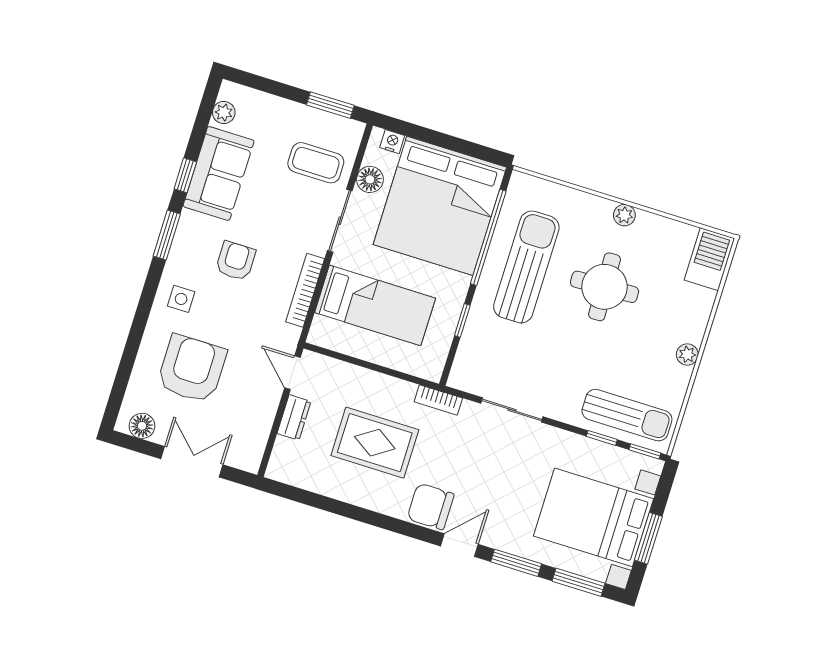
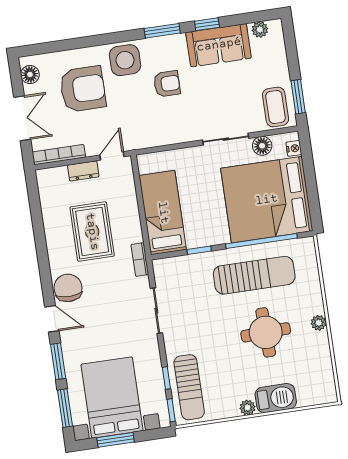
coffee table: (316, 163) -> (276, 107), moved
barbecue: (709, 259) -> (276, 398), moved
bookcase: (305, 290) -> (59, 155), moved
side table: (181, 299) -> (125, 60), width x1.87, depth x1.87
bed: (375, 305) -> (163, 213), moved, turned 180

